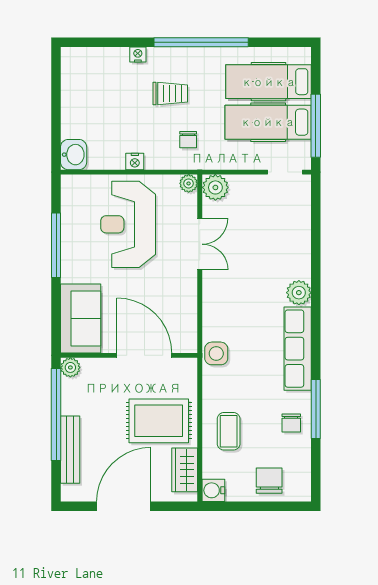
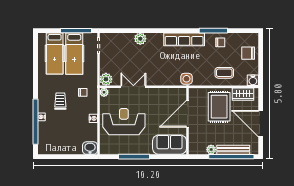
window: (201, 42) -> (36, 122), moved
reception desk: (128, 224) -> (124, 122), turned 180
plant: (299, 293) -> (140, 39), moved
plant: (70, 367) -> (211, 150), moved
window: (56, 415) -> (231, 157), moved

